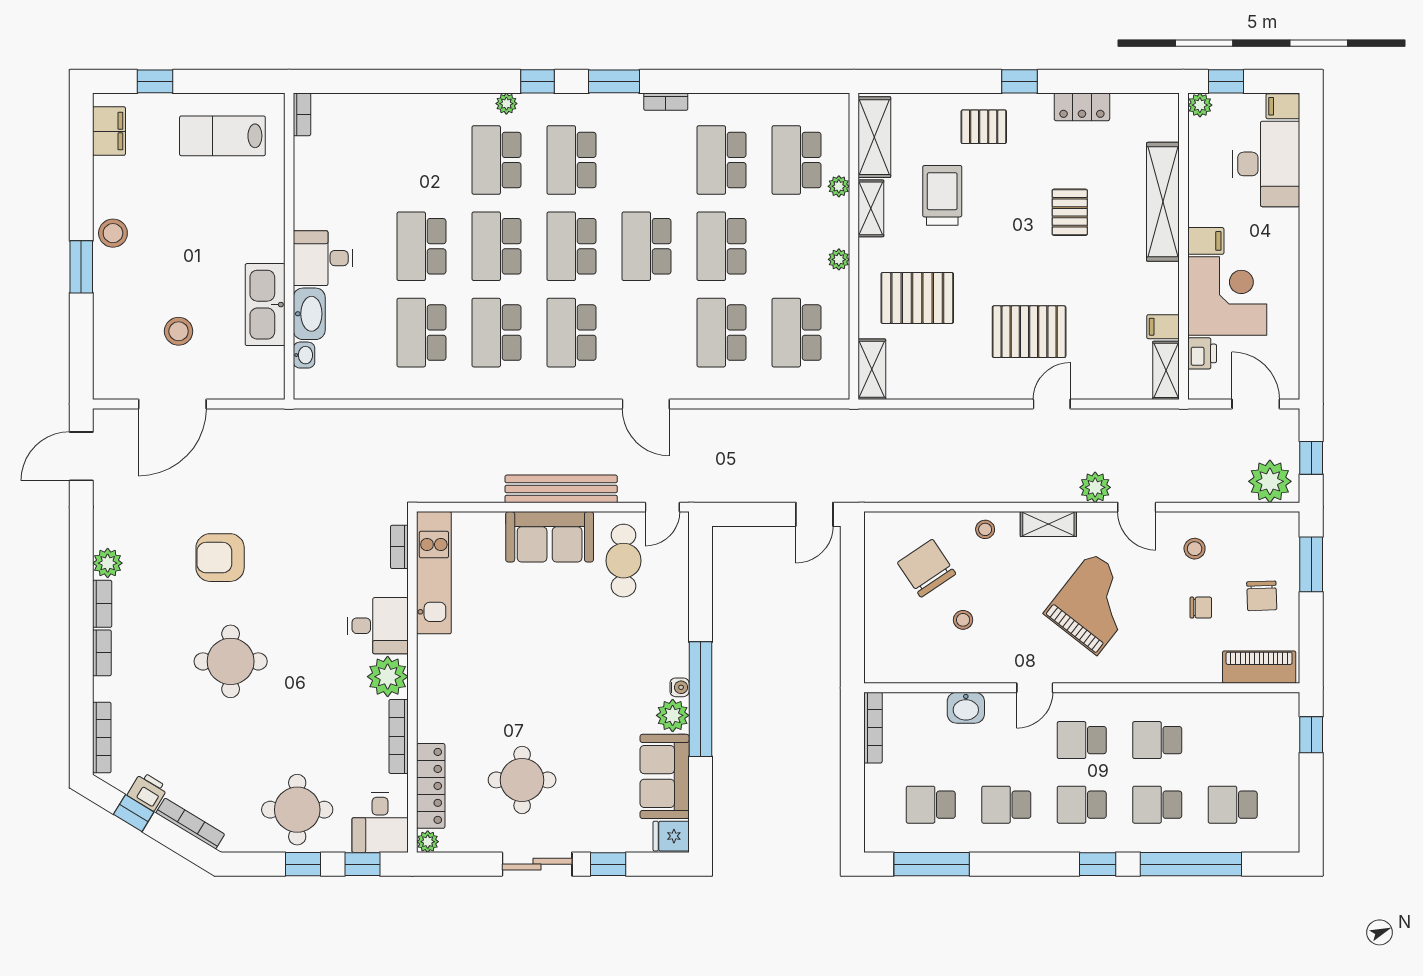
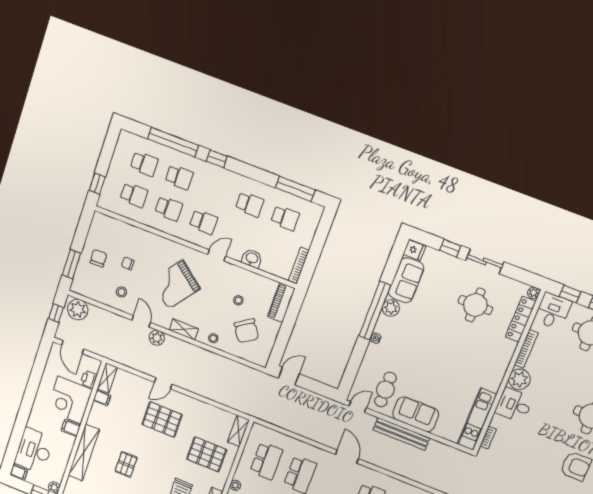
piano: (1259, 667) -> (281, 303), moved, turned 90
water cooler: (680, 687) -> (375, 338), moved
school desk: (1082, 805) -> (134, 195), moved

